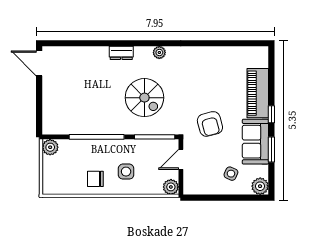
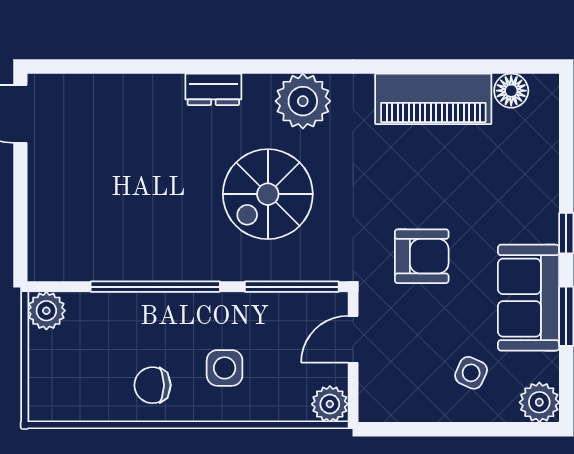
plant: (159, 52) -> (303, 101), width x1.88, depth x1.88
floor lamp: (248, 54) -> (511, 91), added
piano: (258, 93) -> (433, 99), moved, turned -90
spiral stairs: (144, 98) -> (268, 194), turned 90
armchair: (210, 124) -> (422, 256), turned -75

